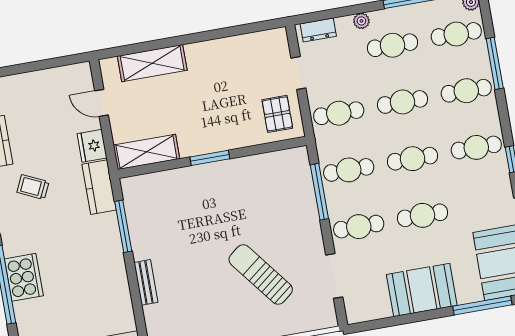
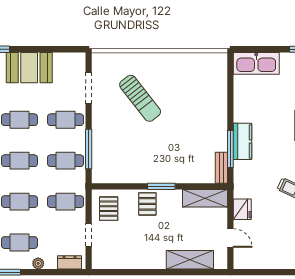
pallet: (225, 130) -> (147, 204), added
kitchen counter: (99, 187) -> (242, 141), moved
bench: (146, 282) -> (221, 168), moved

